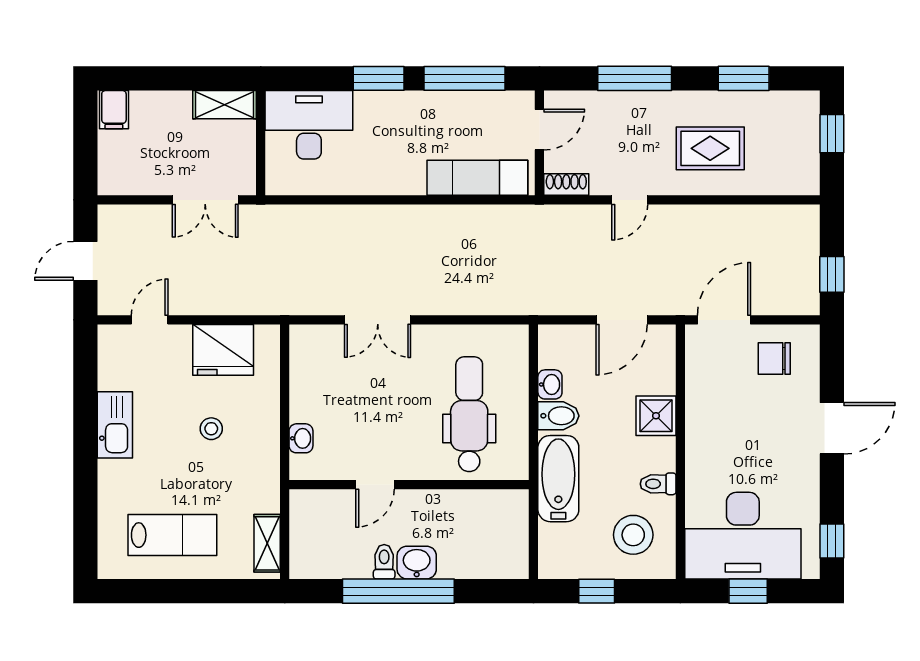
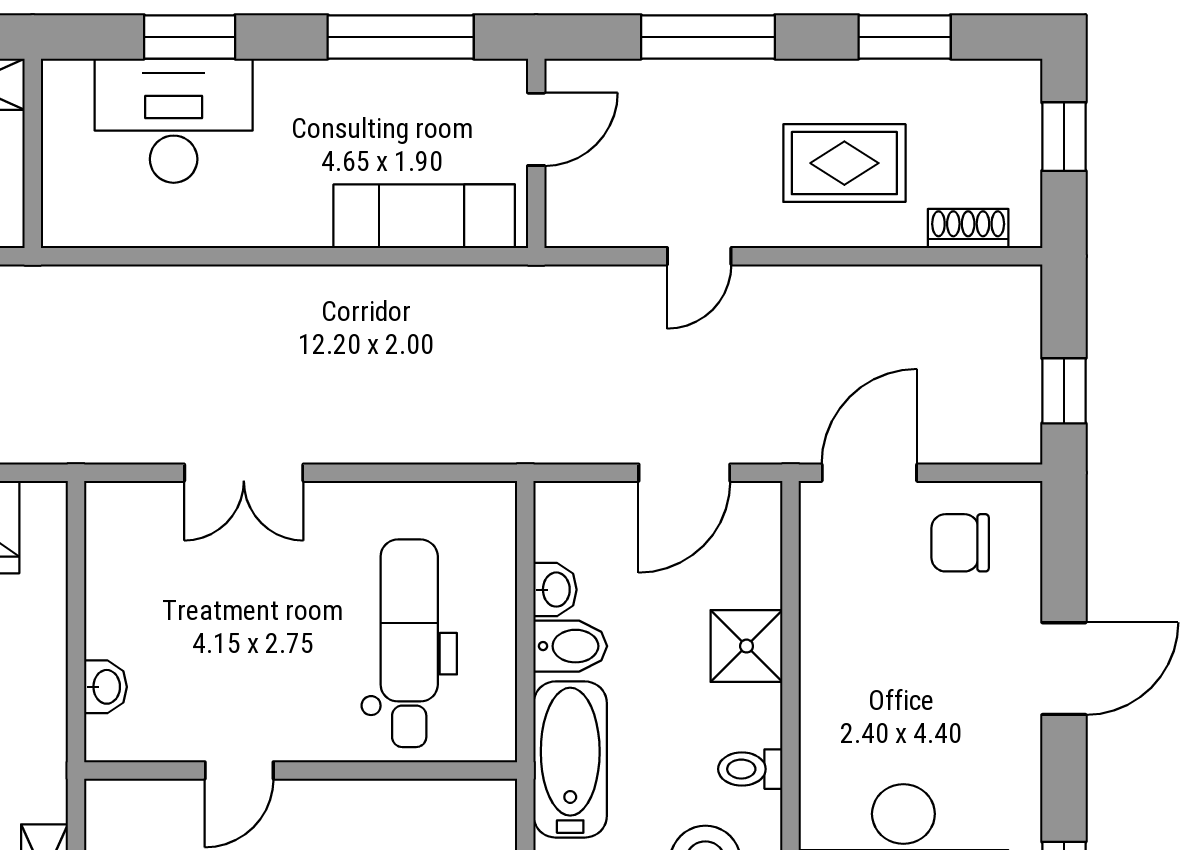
window: (379, 78) -> (190, 37), moved
desk: (309, 125) -> (174, 121), moved
shoe rack: (566, 185) -> (968, 228), moved

